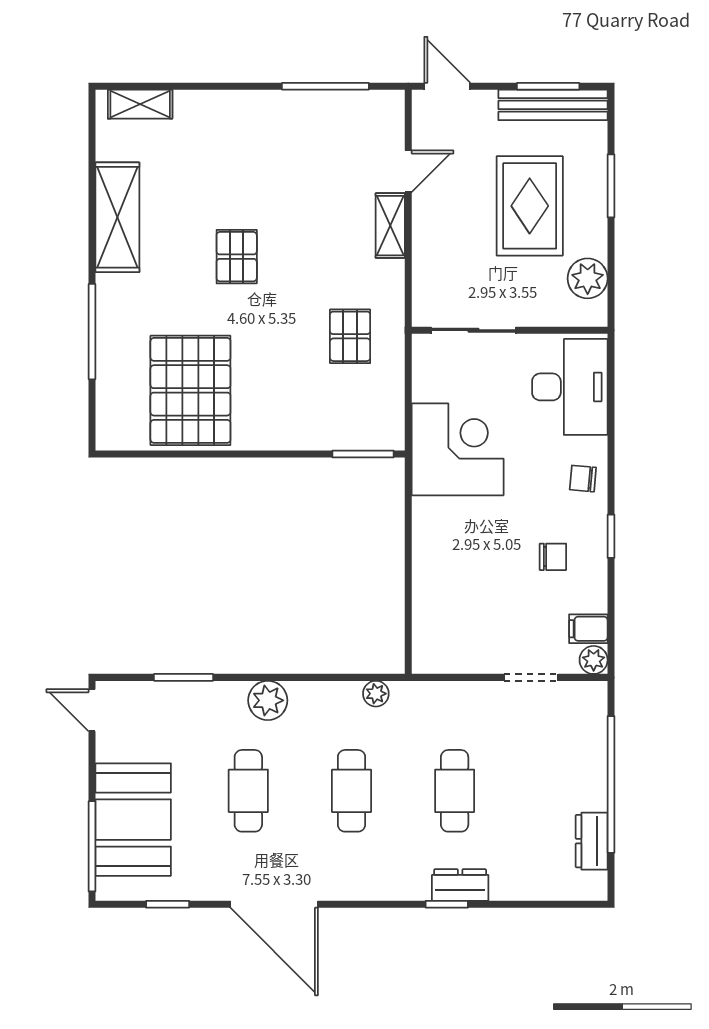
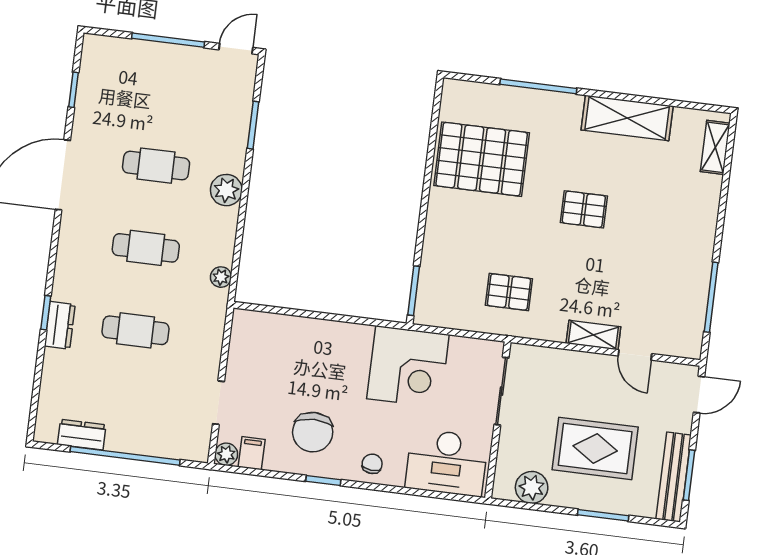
chair: (553, 557) -> (313, 432), width x1.87, depth x1.87
booth: (133, 820) -> (145, 71), removed
window: (92, 846) -> (168, 40), moved

